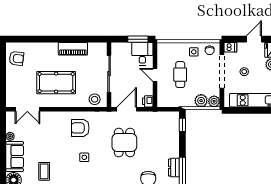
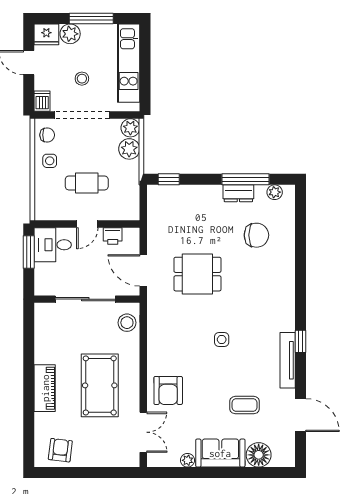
piano: (73, 49) -> (45, 388), moved
printer: (148, 101) -> (113, 236), moved
armchair: (80, 128) -> (168, 390), moved

